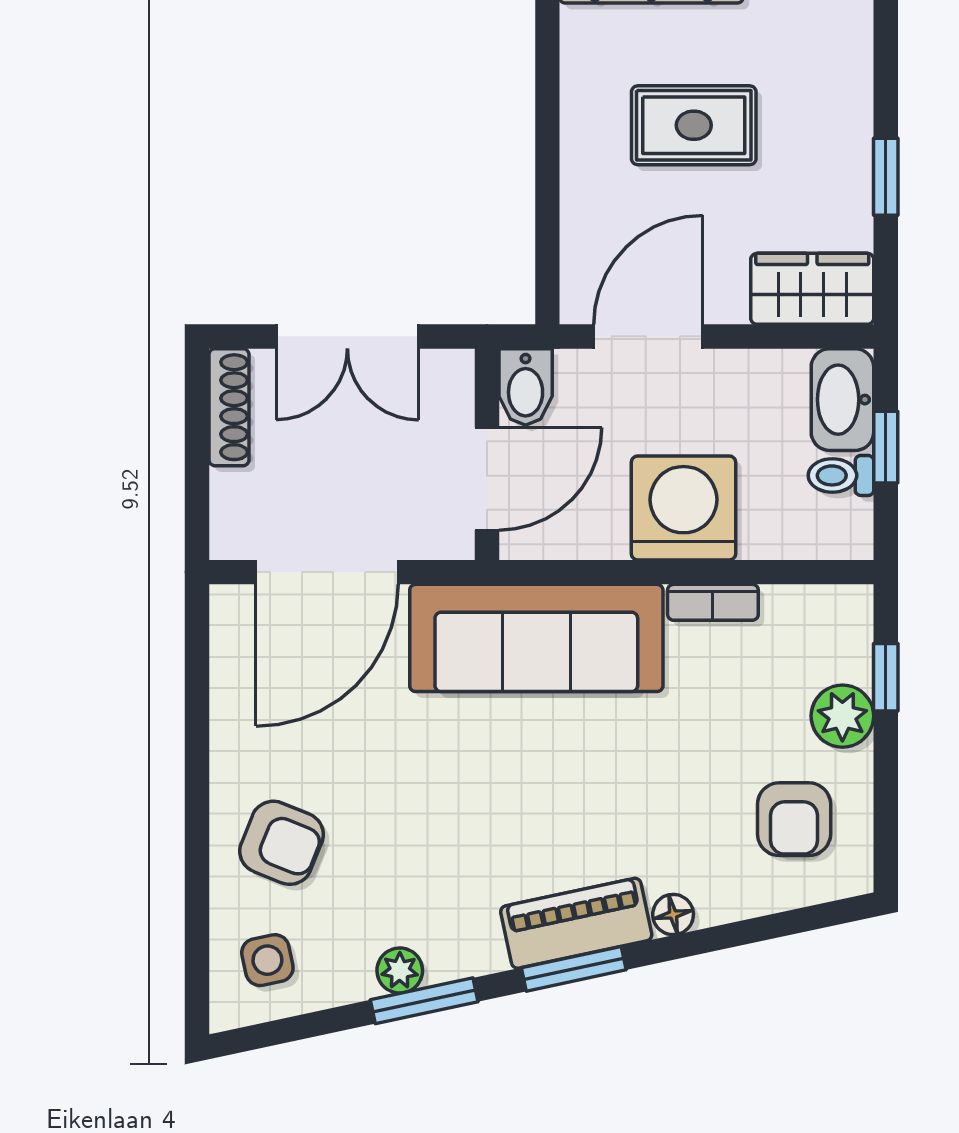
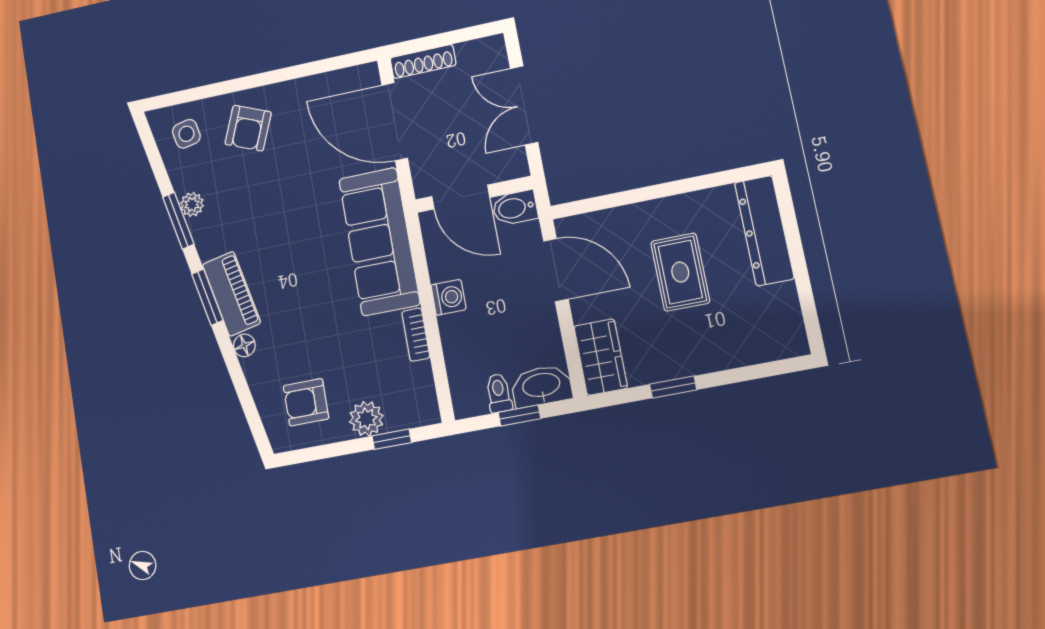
shoe rack: (229, 407) -> (423, 61), moved
washing machine: (684, 508) -> (449, 297), width x0.53, depth x0.53

